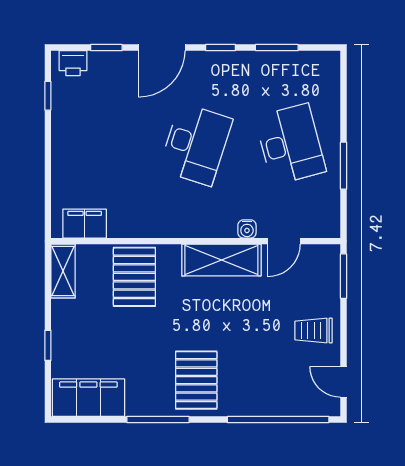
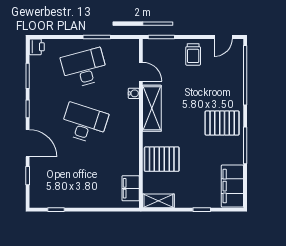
printer: (73, 63) -> (37, 47), moved

